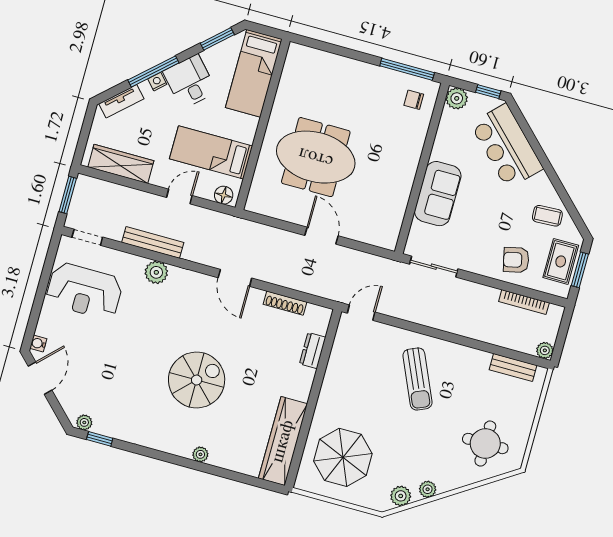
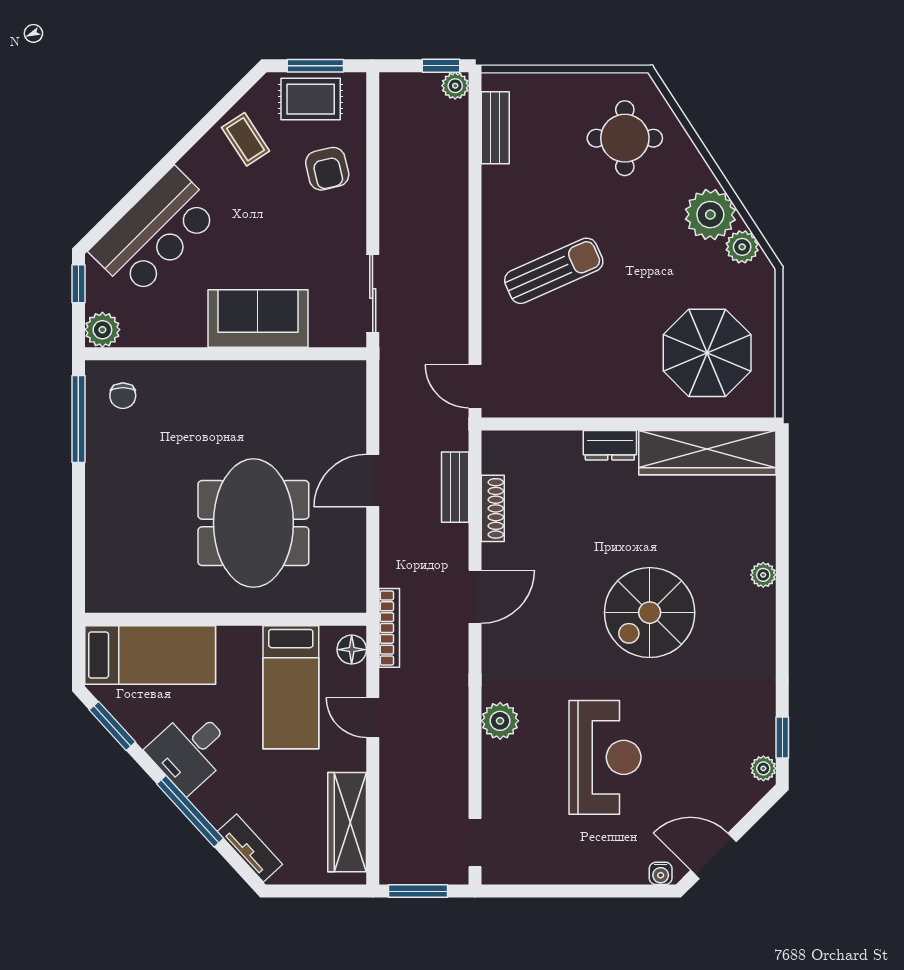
nightstand: (157, 82) -> (204, 801), removed
coffee table: (547, 216) -> (246, 139), turned -30
bench: (153, 242) -> (455, 487), moved, width x0.73
reception desk: (84, 291) -> (605, 757), moved
bookcase: (524, 302) -> (389, 628), moved
window: (559, 345) -> (441, 66), added
dresser: (313, 351) -> (610, 445), moved
spiral stairs: (197, 380) -> (650, 613), turned -90
plant: (428, 489) -> (710, 215), width x1.88, depth x1.88

